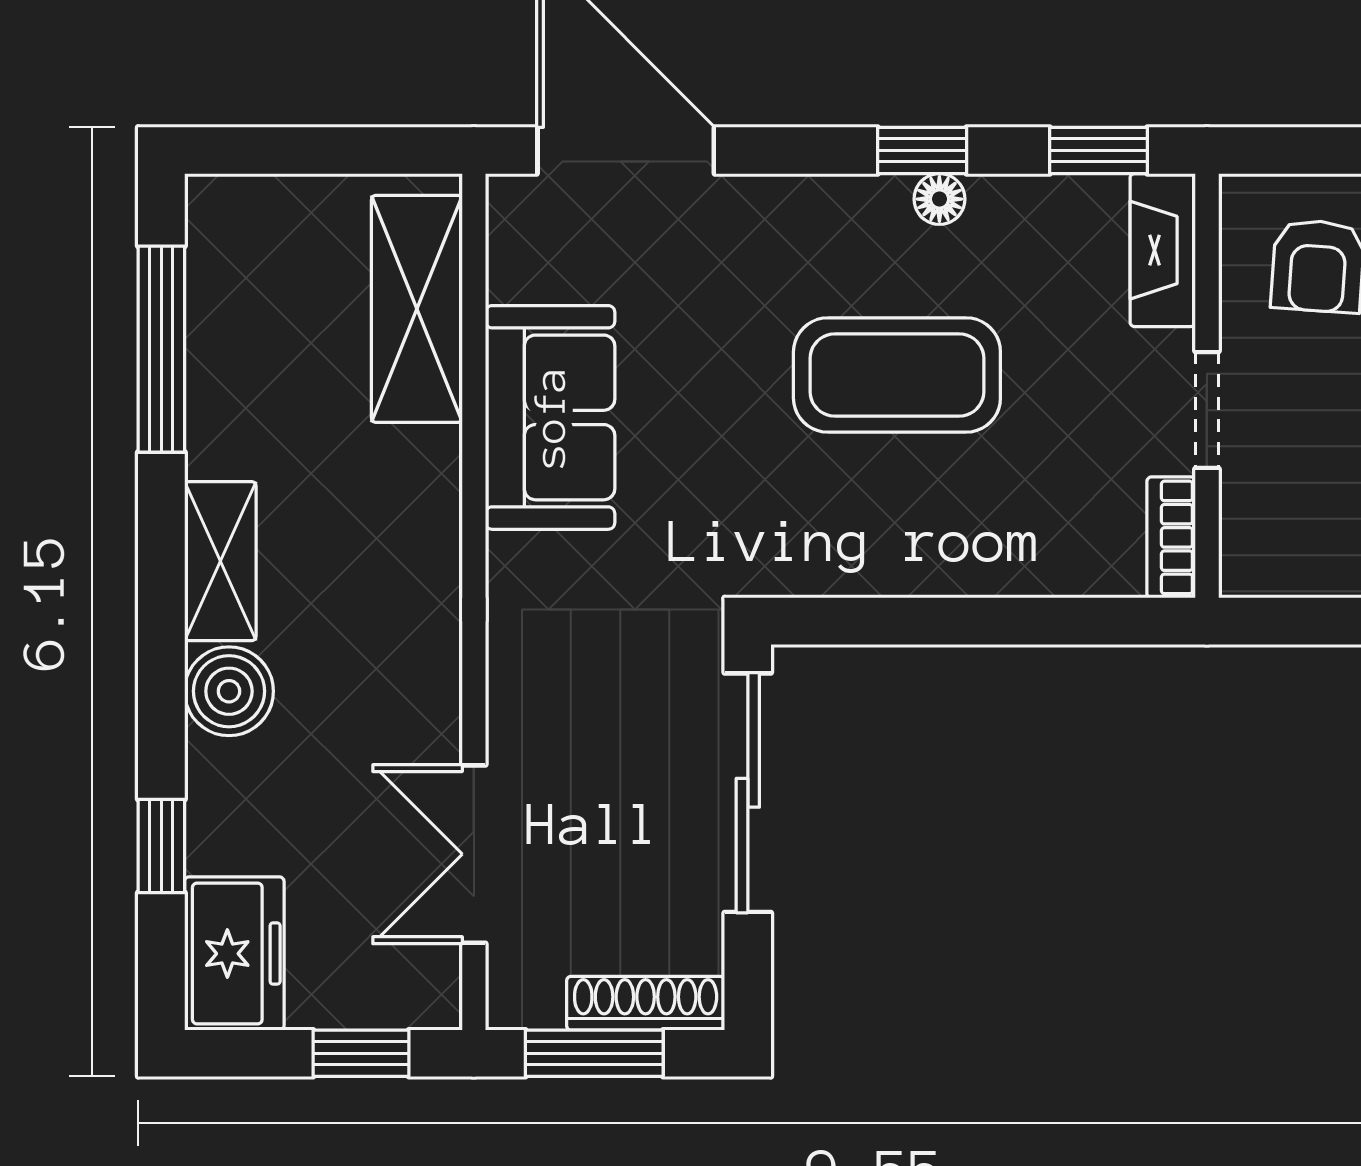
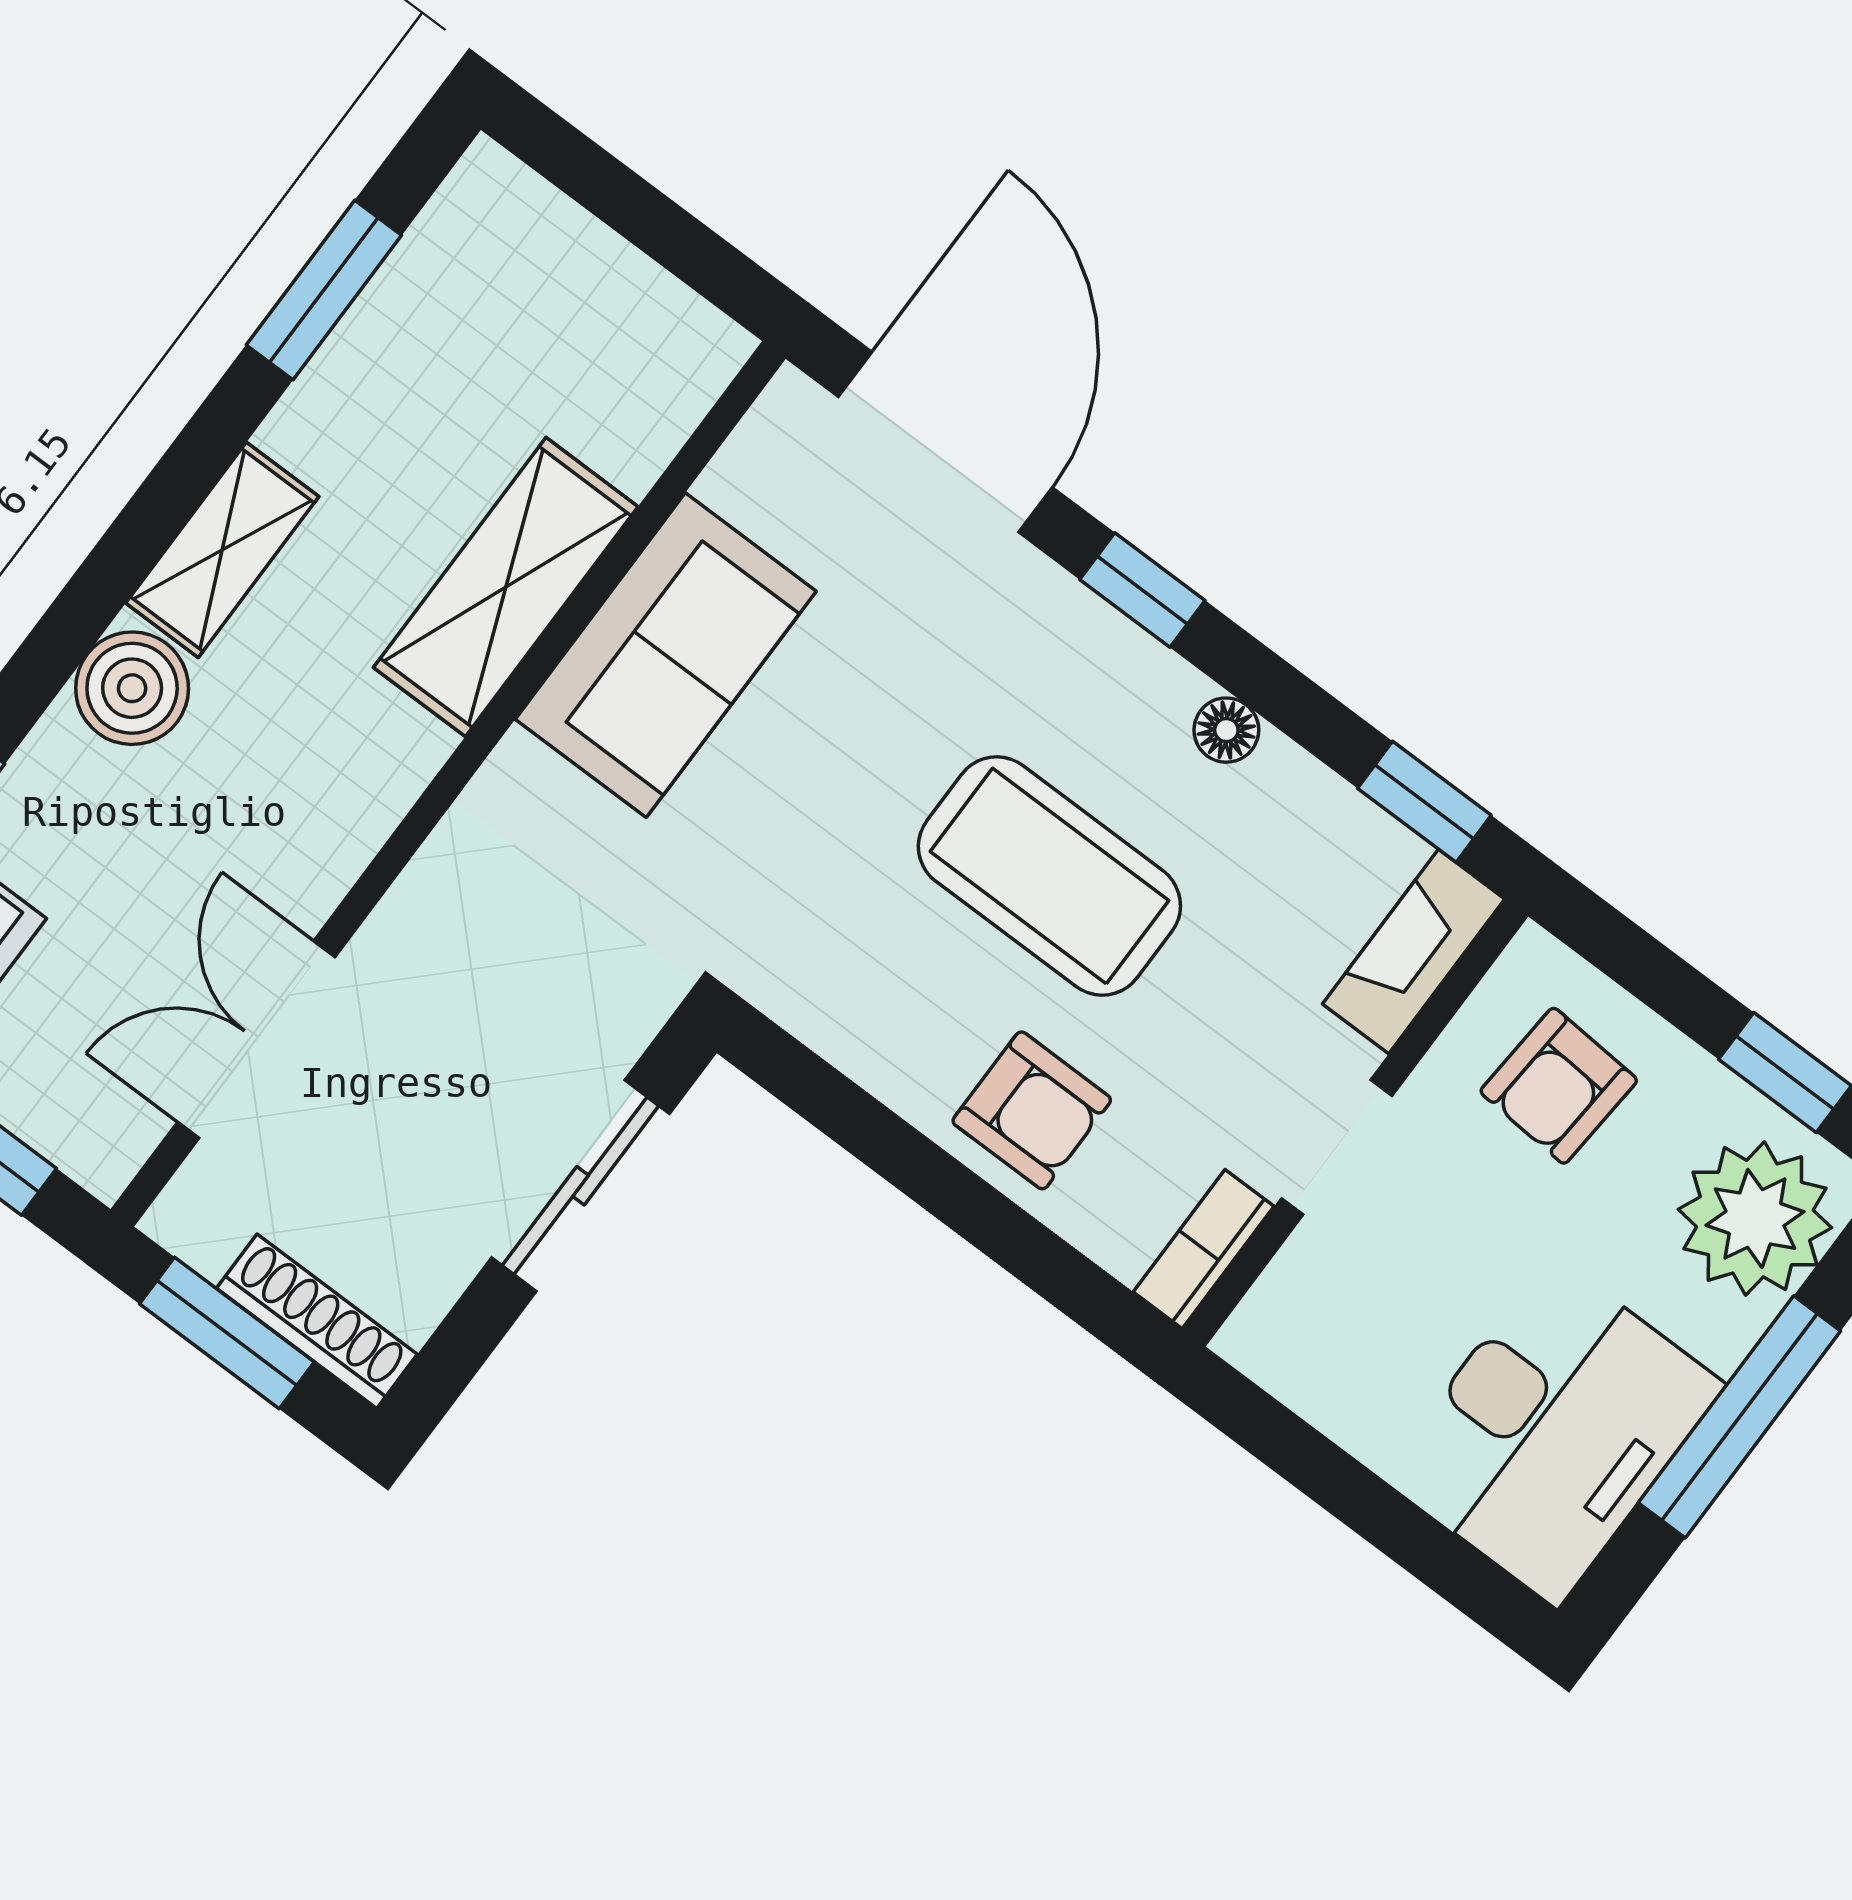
window: (922, 150) -> (1142, 590), moved
shelving: (417, 309) -> (506, 587), moved
window: (161, 349) -> (324, 290), width x0.69
armchair: (997, 531) -> (1032, 1110), added
sliding door: (748, 793) -> (580, 1186), width x0.73

